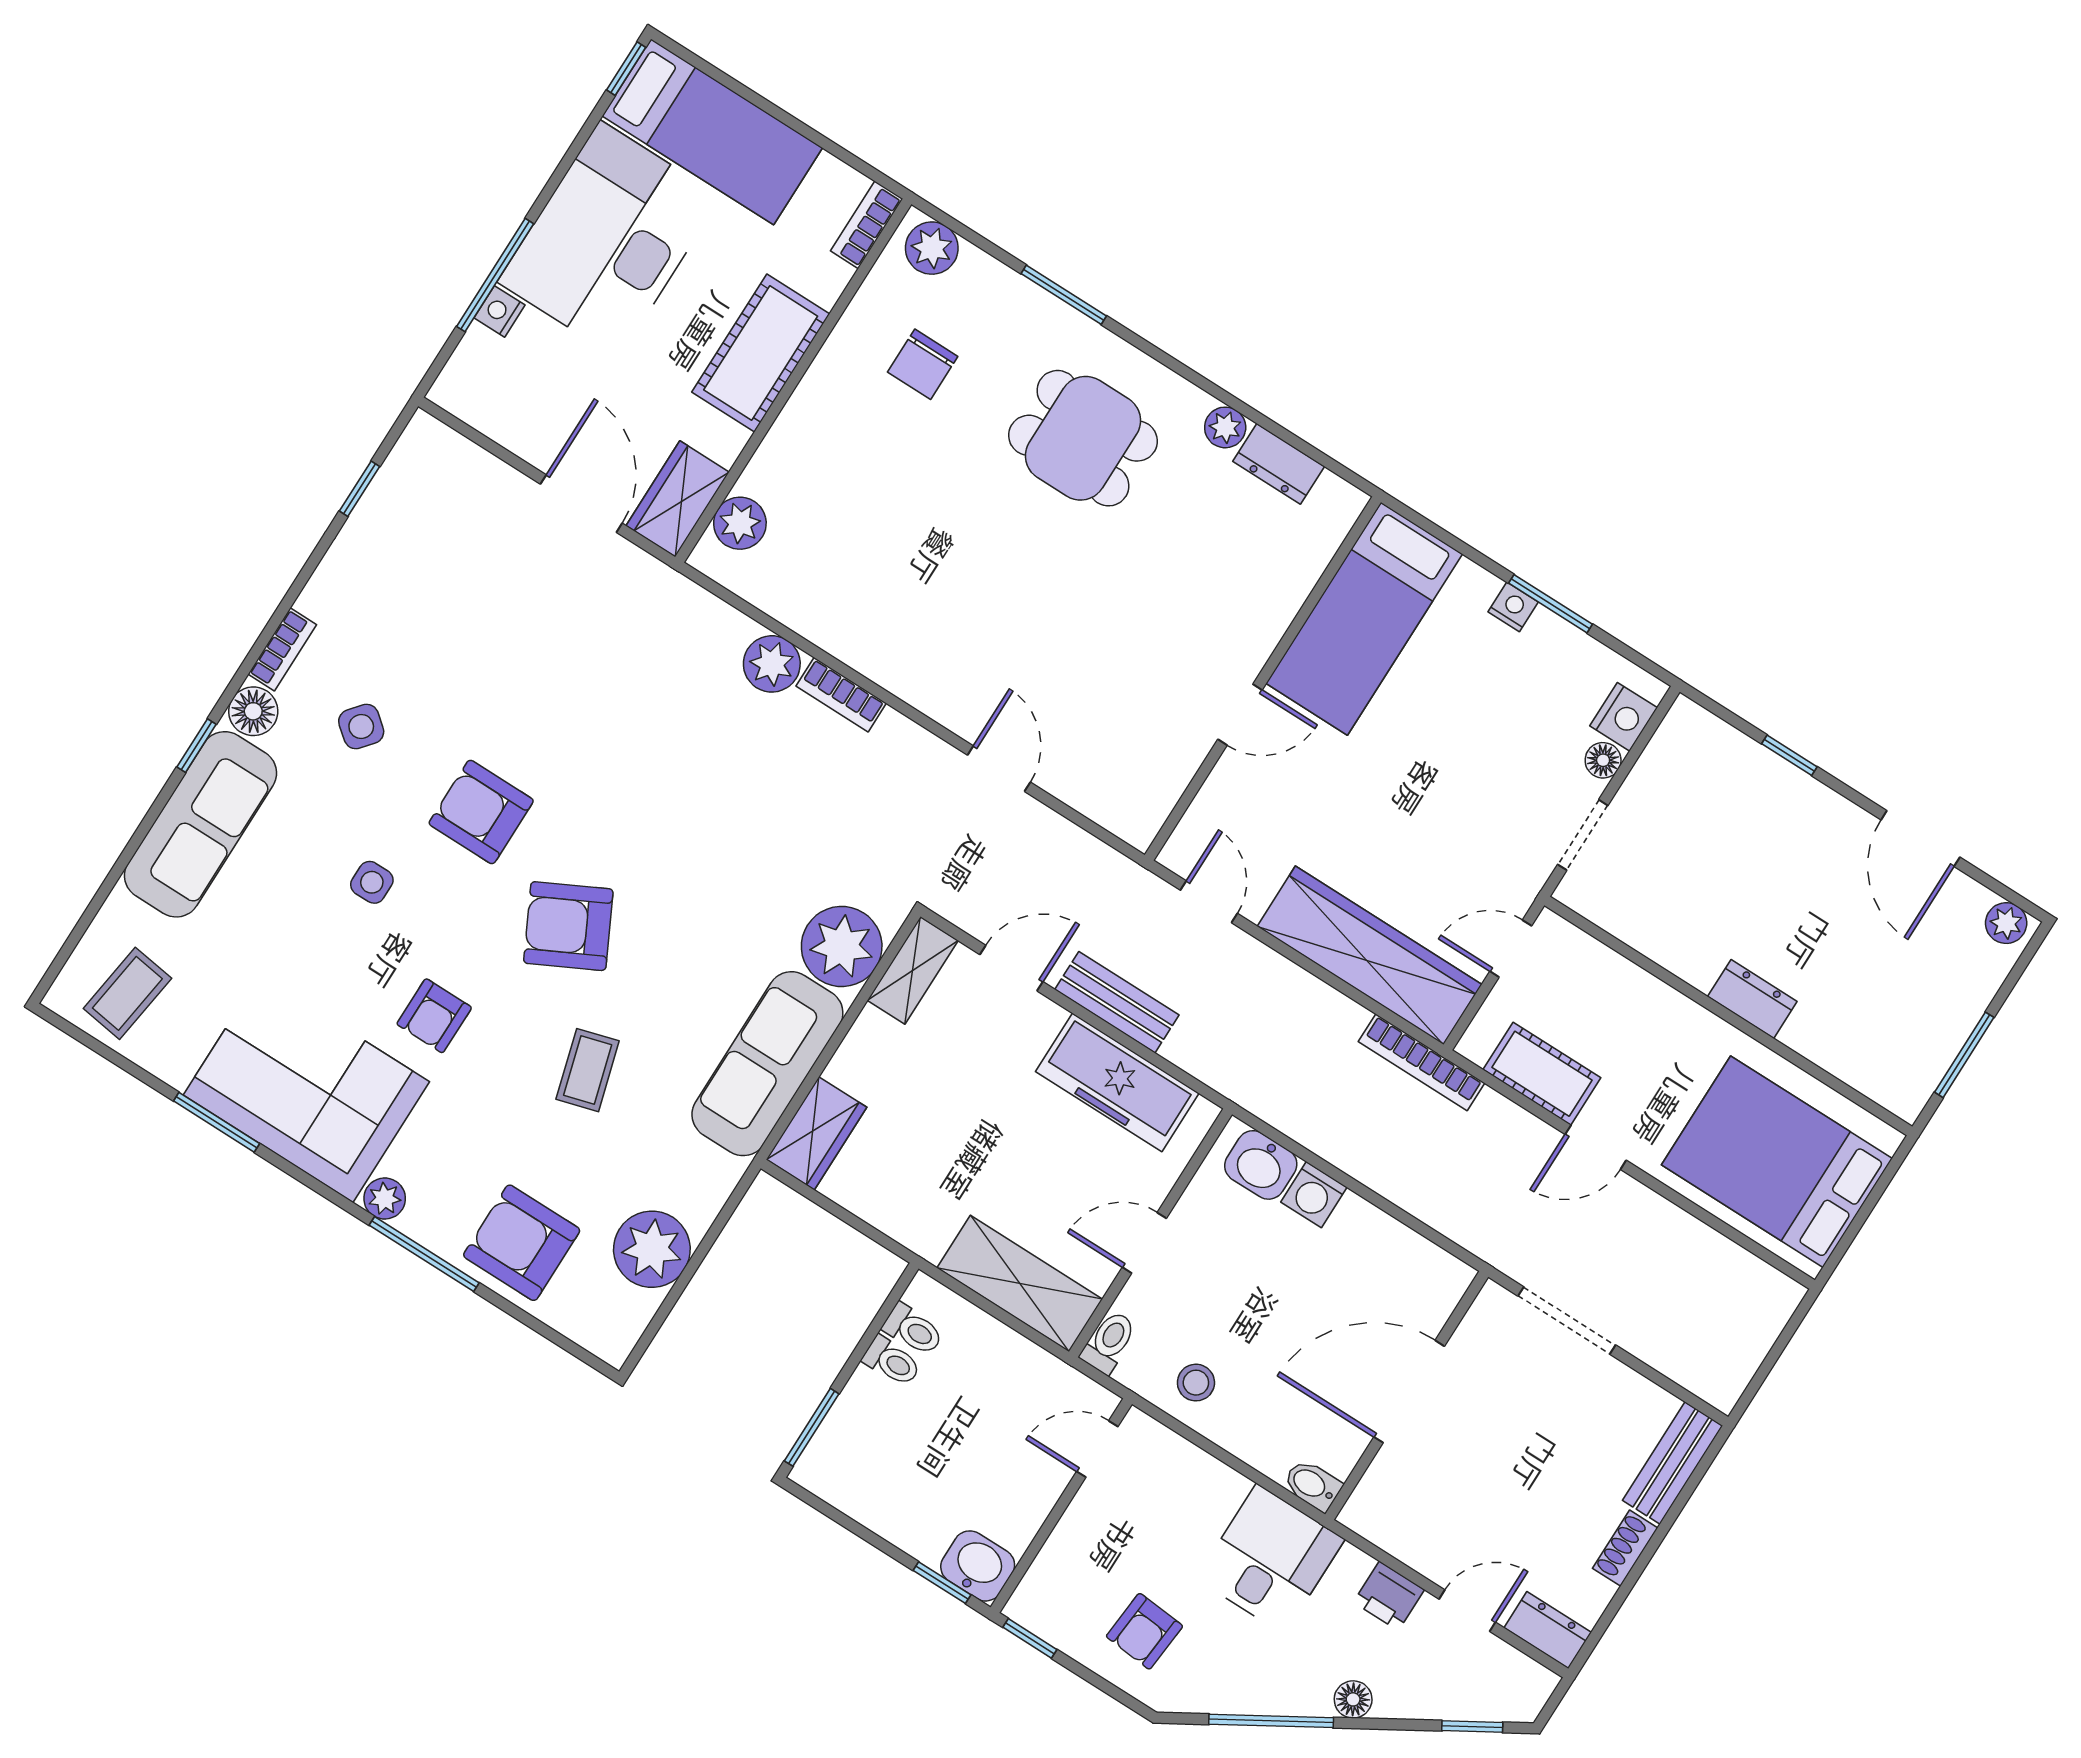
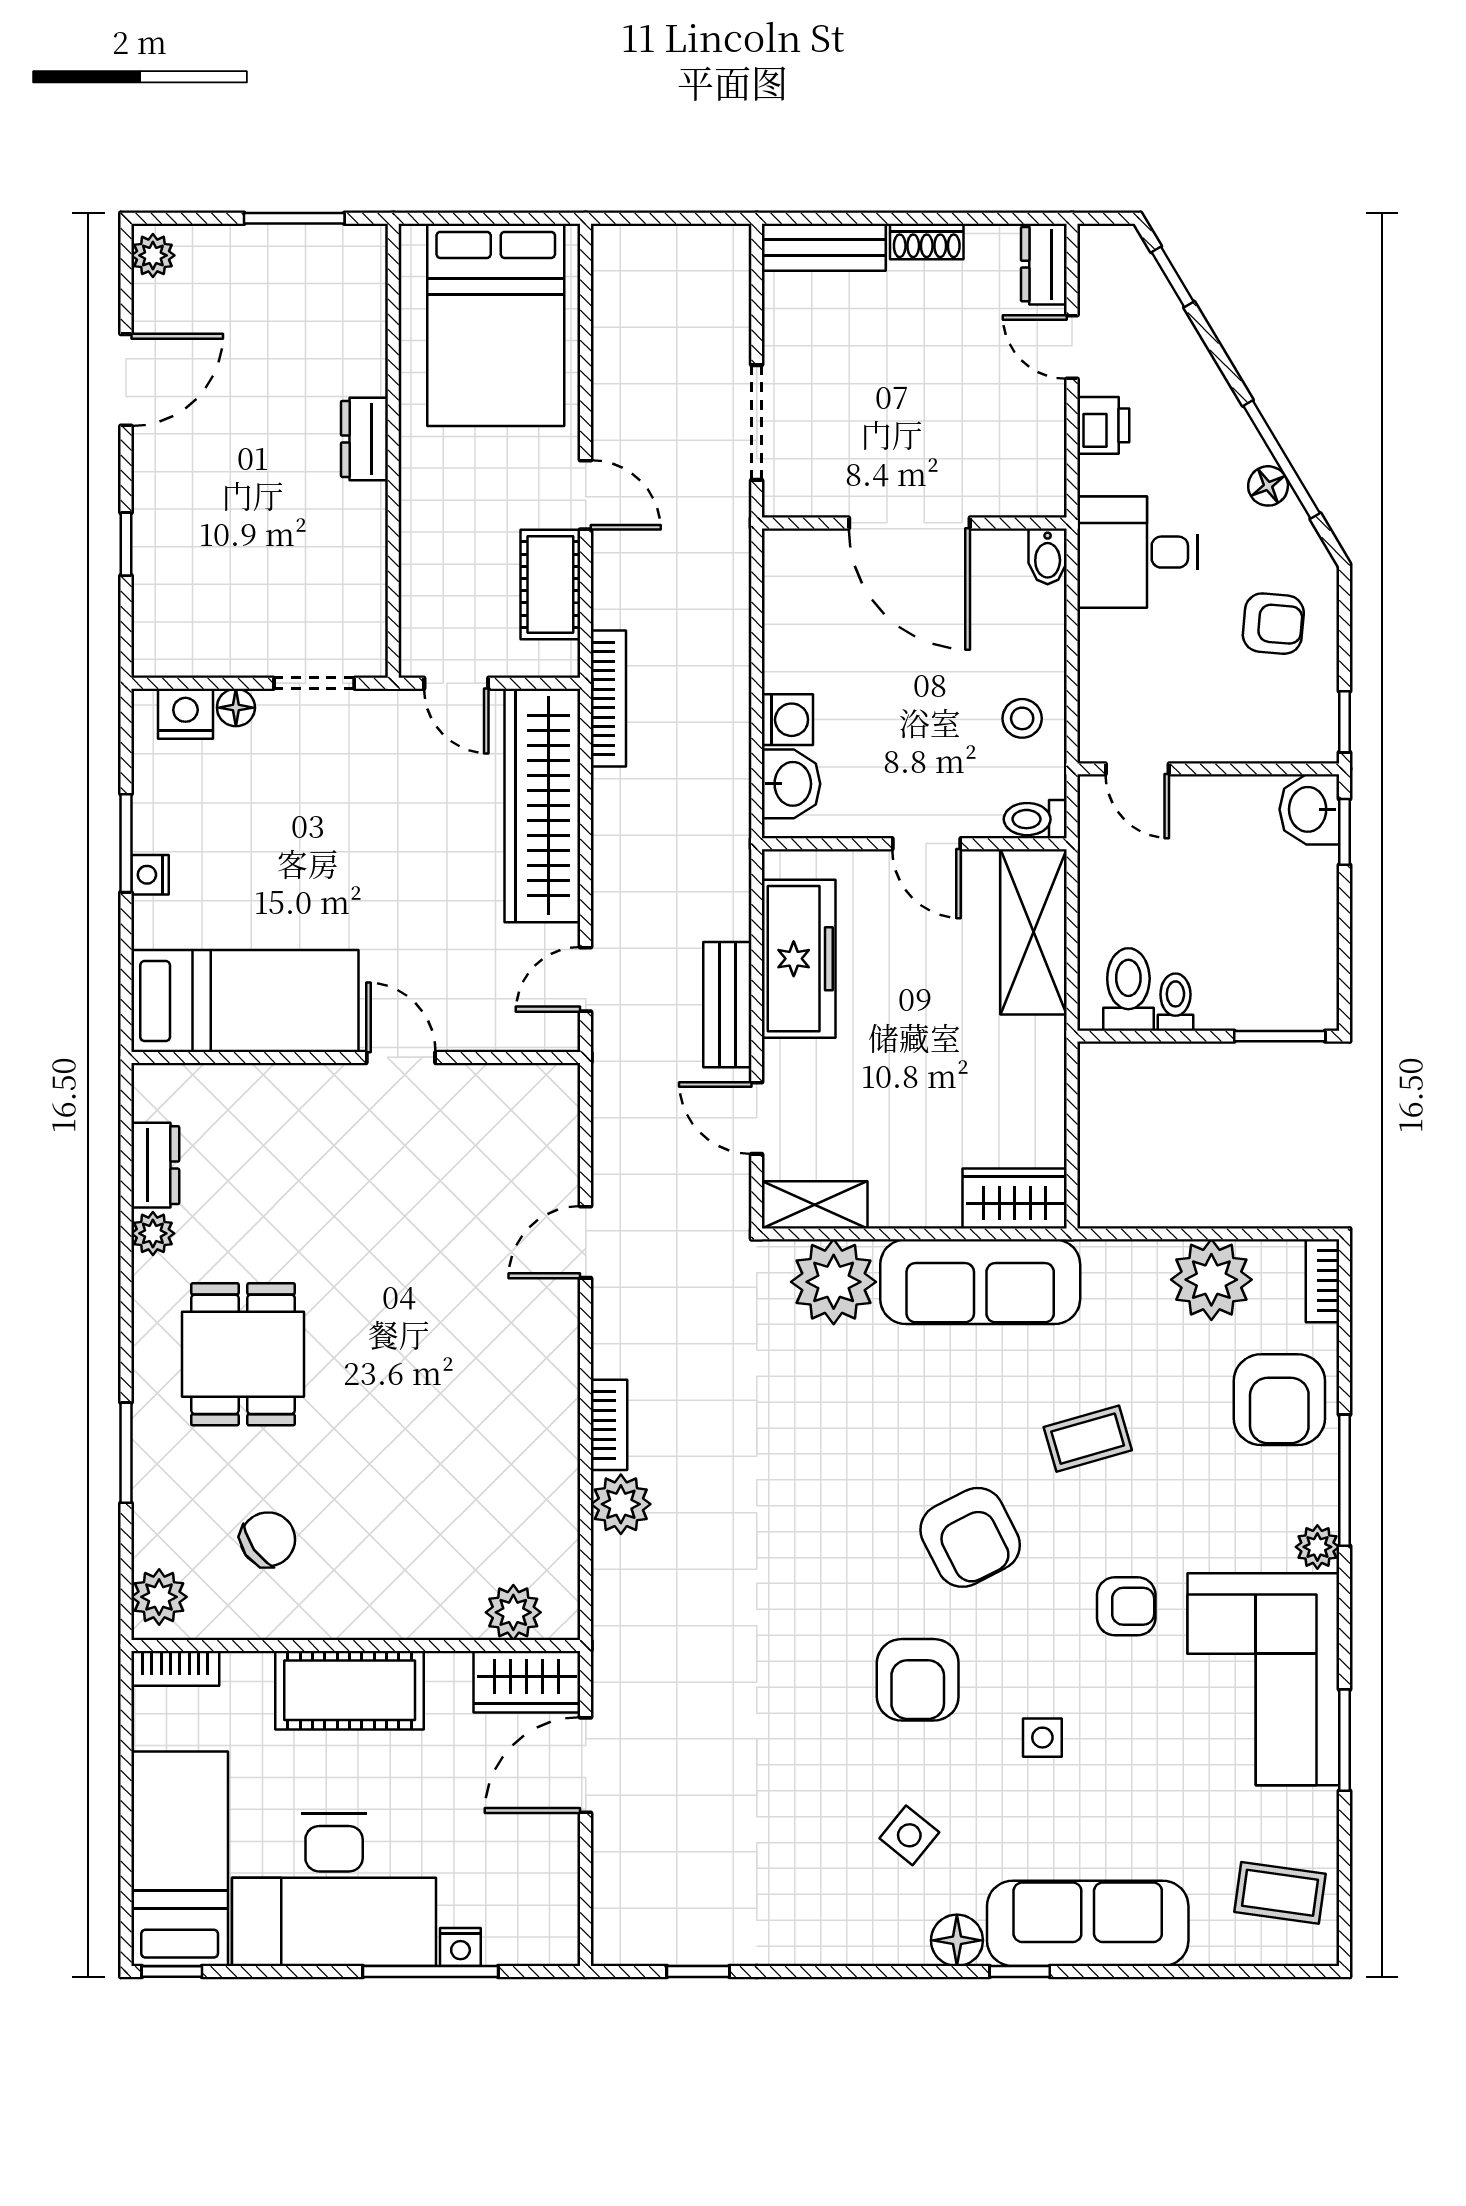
chair: (923, 364) -> (268, 1539), turned -35
bookcase: (282, 649) -> (1323, 1281), moved, turned -90
toilet: (913, 1330) -> (1128, 989), width x1.37, depth x1.39
floor lamp: (1353, 1699) -> (1268, 486), moved

